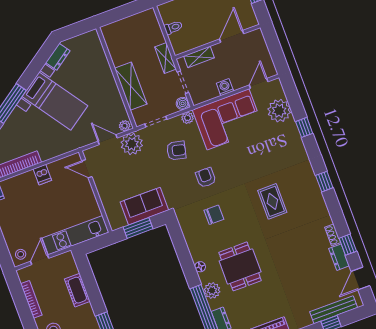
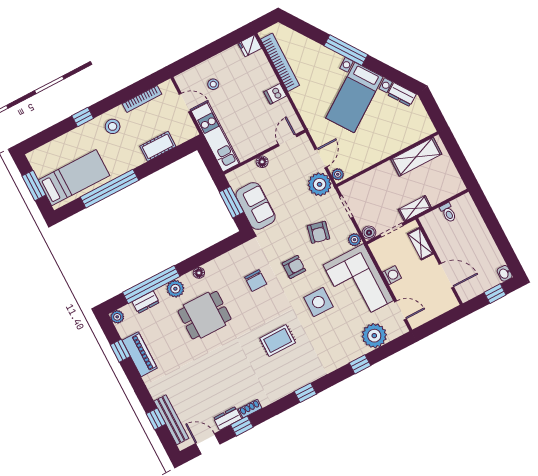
shelving: (131, 86) -> (416, 157), moved
side table: (241, 159) -> (318, 302), added
floor lamp: (104, 195) -> (262, 162), added
stool: (21, 254) -> (213, 84), moved

